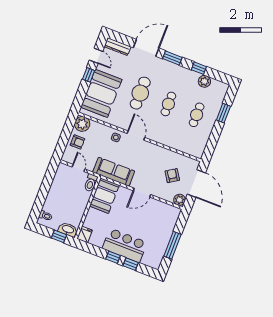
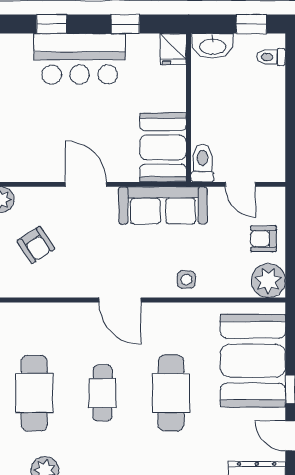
cafe table: (197, 115) -> (34, 393), width x1.37, depth x1.35
door: (136, 135) -> (120, 300), moved
door: (142, 193) -> (86, 184), hinge flipped
window: (59, 236) -> (251, 24), moved
window: (113, 257) -> (125, 24), moved

